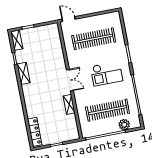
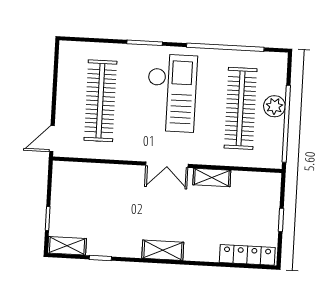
shelving: (23, 73) -> (163, 250), moved
checkout: (107, 74) -> (172, 93), width x1.36, depth x1.21
double door: (70, 80) -> (167, 165), swing flipped
plant: (124, 125) -> (274, 106), moved

